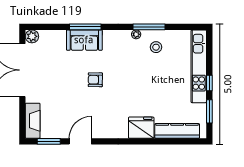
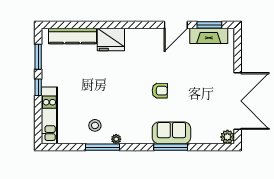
kitchen unit: (199, 66) -> (49, 115), width x0.73
fireplace: (33, 121) -> (209, 36), moved, turned -90

